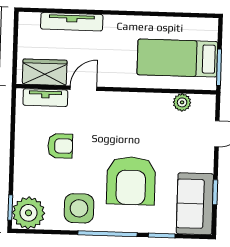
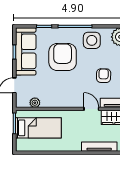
door: (83, 88) -> (91, 109), swing flipped
armchair: (60, 146) -> (104, 76), turned 91
sofa: (195, 204) -> (26, 51), width x1.36

